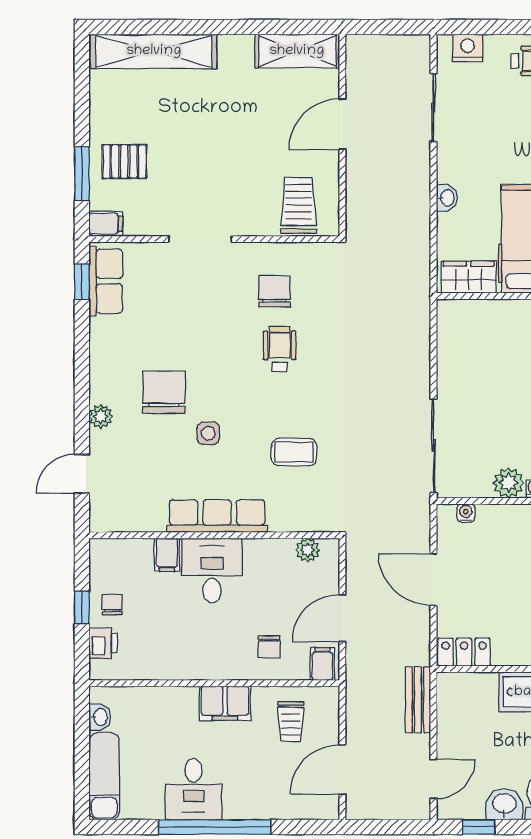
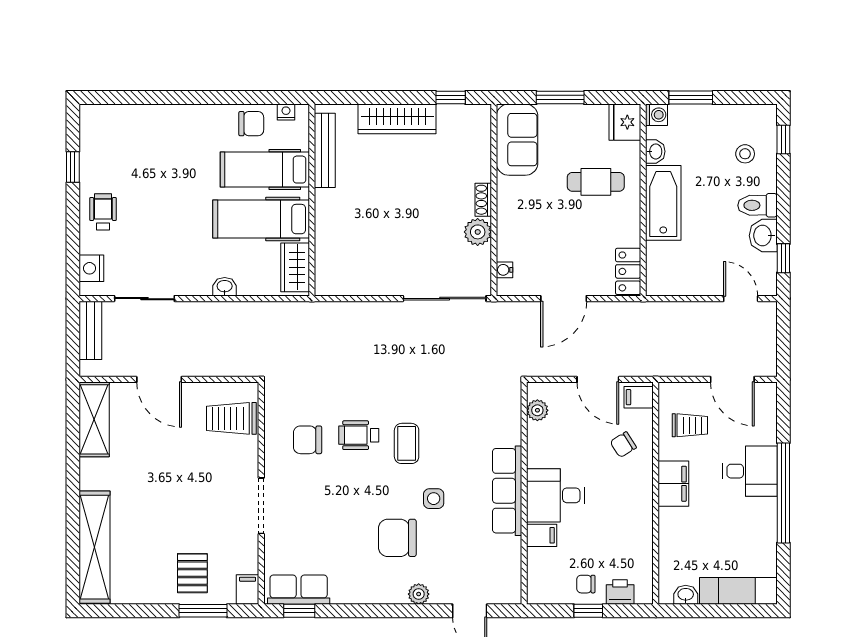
coffee table: (294, 452) -> (407, 443), moved
chair: (269, 647) -> (623, 445), turned 148
bench: (418, 700) -> (90, 330), moved, turned 90
desk: (194, 789) -> (750, 471), moved

